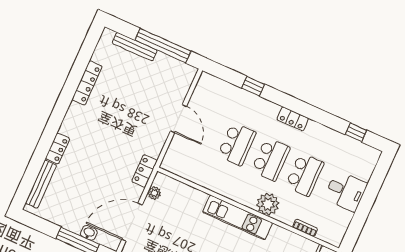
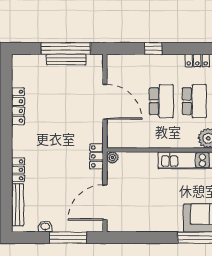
bench: (135, 47) -> (66, 60), moved
door: (178, 119) -> (105, 102), width x1.36
plant: (154, 193) -> (112, 157), moved
washbasin: (89, 233) -> (45, 227), moved

